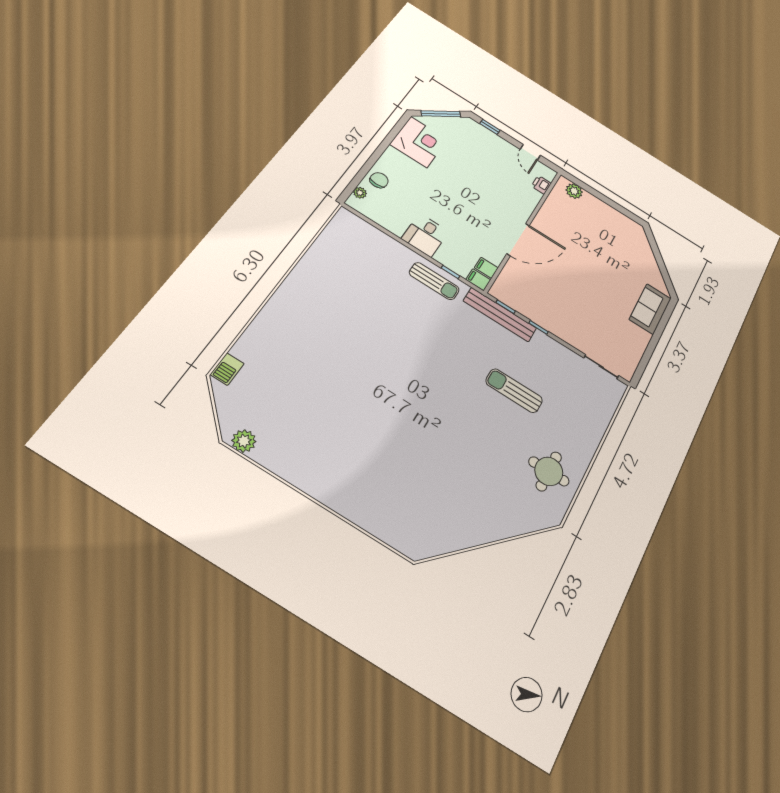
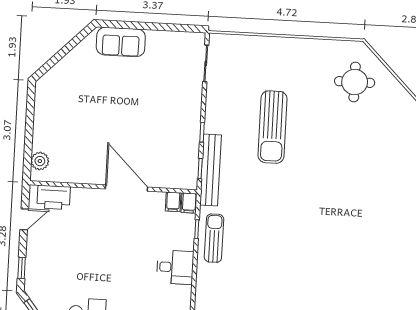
printer: (541, 185) -> (54, 197), width x1.87, depth x1.48
sun lounger: (514, 391) -> (273, 127), width x1.36, depth x1.34
round table: (549, 471) -> (355, 82), moved

